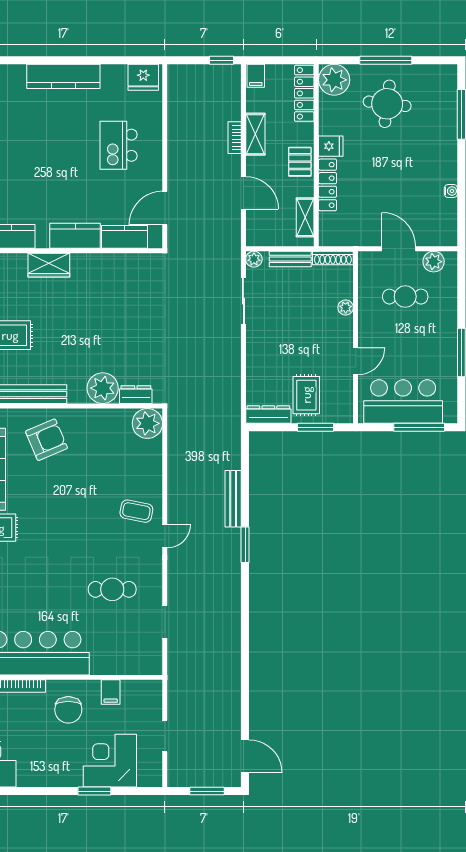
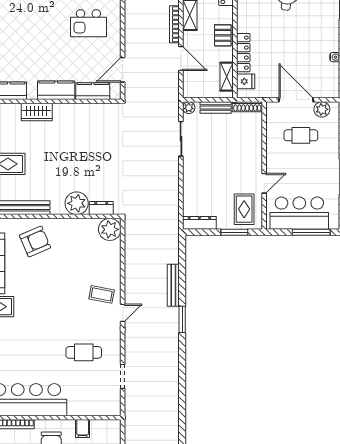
bookcase: (235, 138) -> (174, 24), width x1.56
kitchen island: (119, 145) -> (88, 23), turned -90
fridge: (331, 146) -> (246, 81), moved
door: (399, 249) -> (296, 100), width x1.36
plant: (346, 308) -> (257, 143), removed
rug: (306, 395) -> (244, 209), moved

